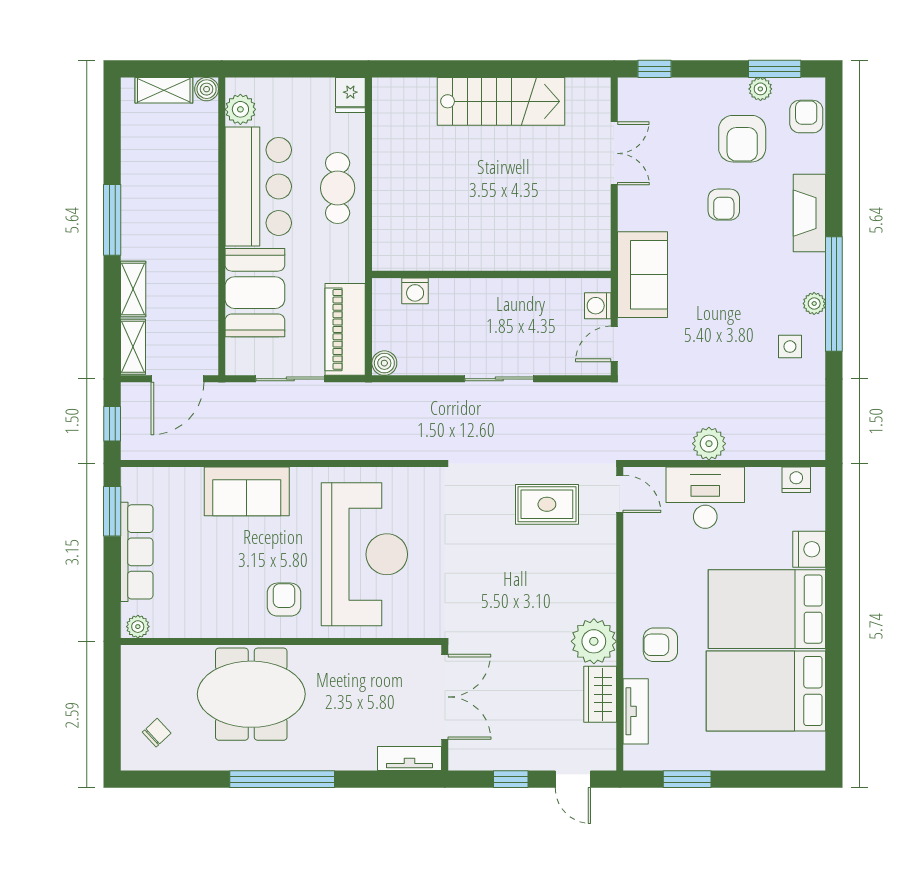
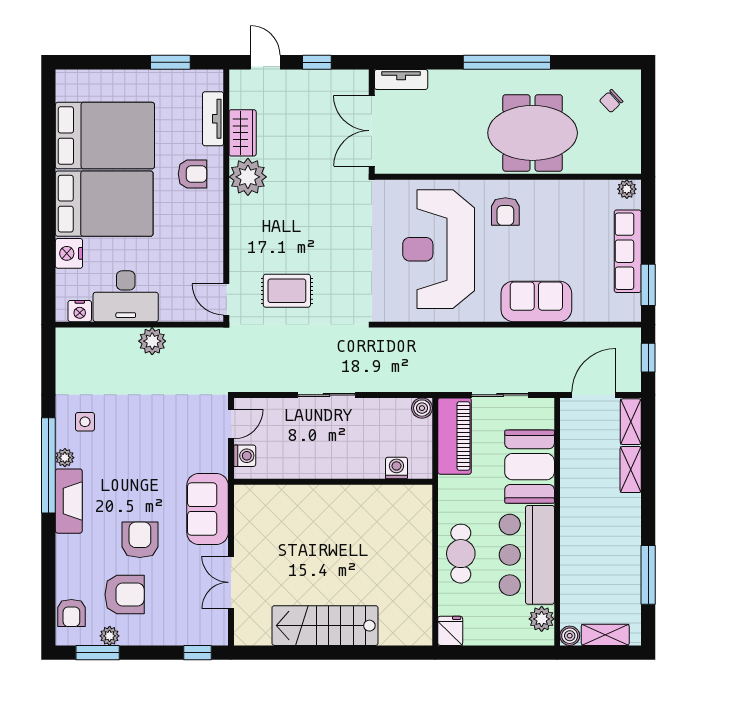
armchair: (742, 139) -> (125, 595), turned 90
armchair: (724, 205) -> (140, 540), width x1.38, depth x1.38
fireplace: (809, 213) -> (69, 501), moved
window: (112, 220) -> (648, 575), moved
sofa: (642, 275) -> (208, 509), moved
desk: (705, 498) -> (126, 296), moved

